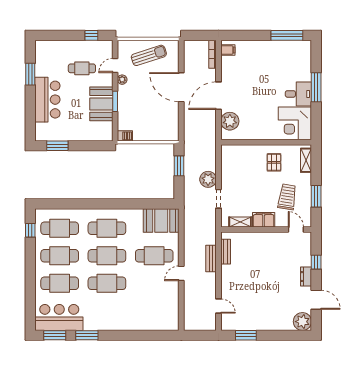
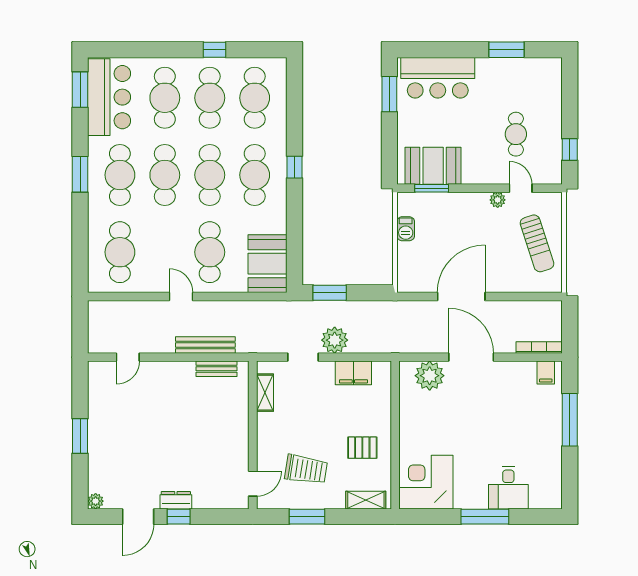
window: (287, 35) -> (570, 420), moved
door: (181, 87) -> (461, 296), moved
desk: (298, 94) -> (508, 488), moved
bar counter: (47, 100) -> (438, 78), moved
window: (115, 101) -> (432, 188), moved
booth: (101, 104) -> (433, 166), moved
barbecue: (125, 136) -> (406, 229), moved
window: (179, 166) -> (330, 293), moved
window: (102, 204) -> (294, 167), added
filing cabinet: (264, 220) -> (353, 373), moved, turned 90
window: (30, 230) -> (215, 50), moved
bench: (211, 258) -> (205, 345), width x1.36
window: (316, 262) -> (179, 517), moved
cafe table: (107, 311) -> (120, 175), added
cafe table: (154, 311) -> (120, 252), added
plant: (302, 322) -> (96, 501), width x0.53, depth x0.53
window: (87, 335) -> (80, 174), moved
window: (246, 335) -> (80, 436), moved

